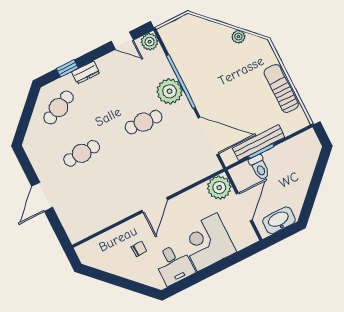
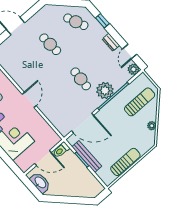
sun lounger: (199, 45) -> (140, 102), added
dresser: (86, 72) -> (111, 42), moved
door: (208, 136) -> (83, 123), hinge flipped
toilet: (259, 167) -> (61, 150), moved
plant: (219, 188) -> (51, 139), removed
door: (155, 205) -> (29, 100), swing flipped

